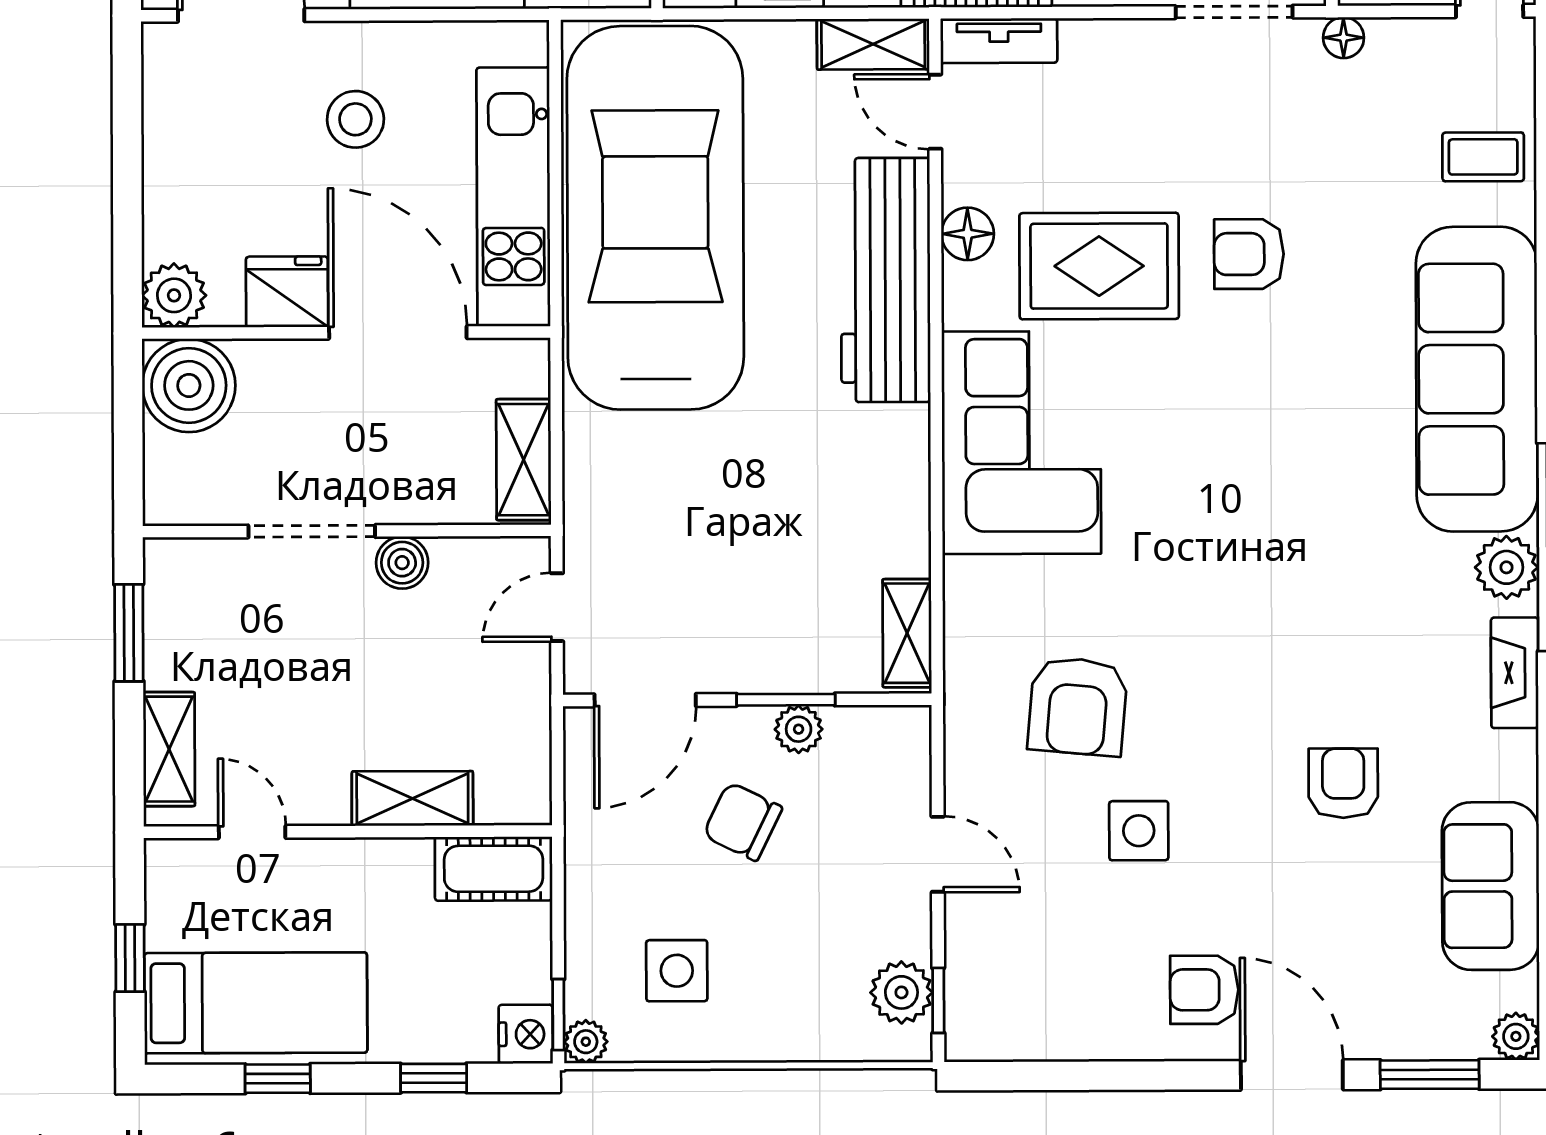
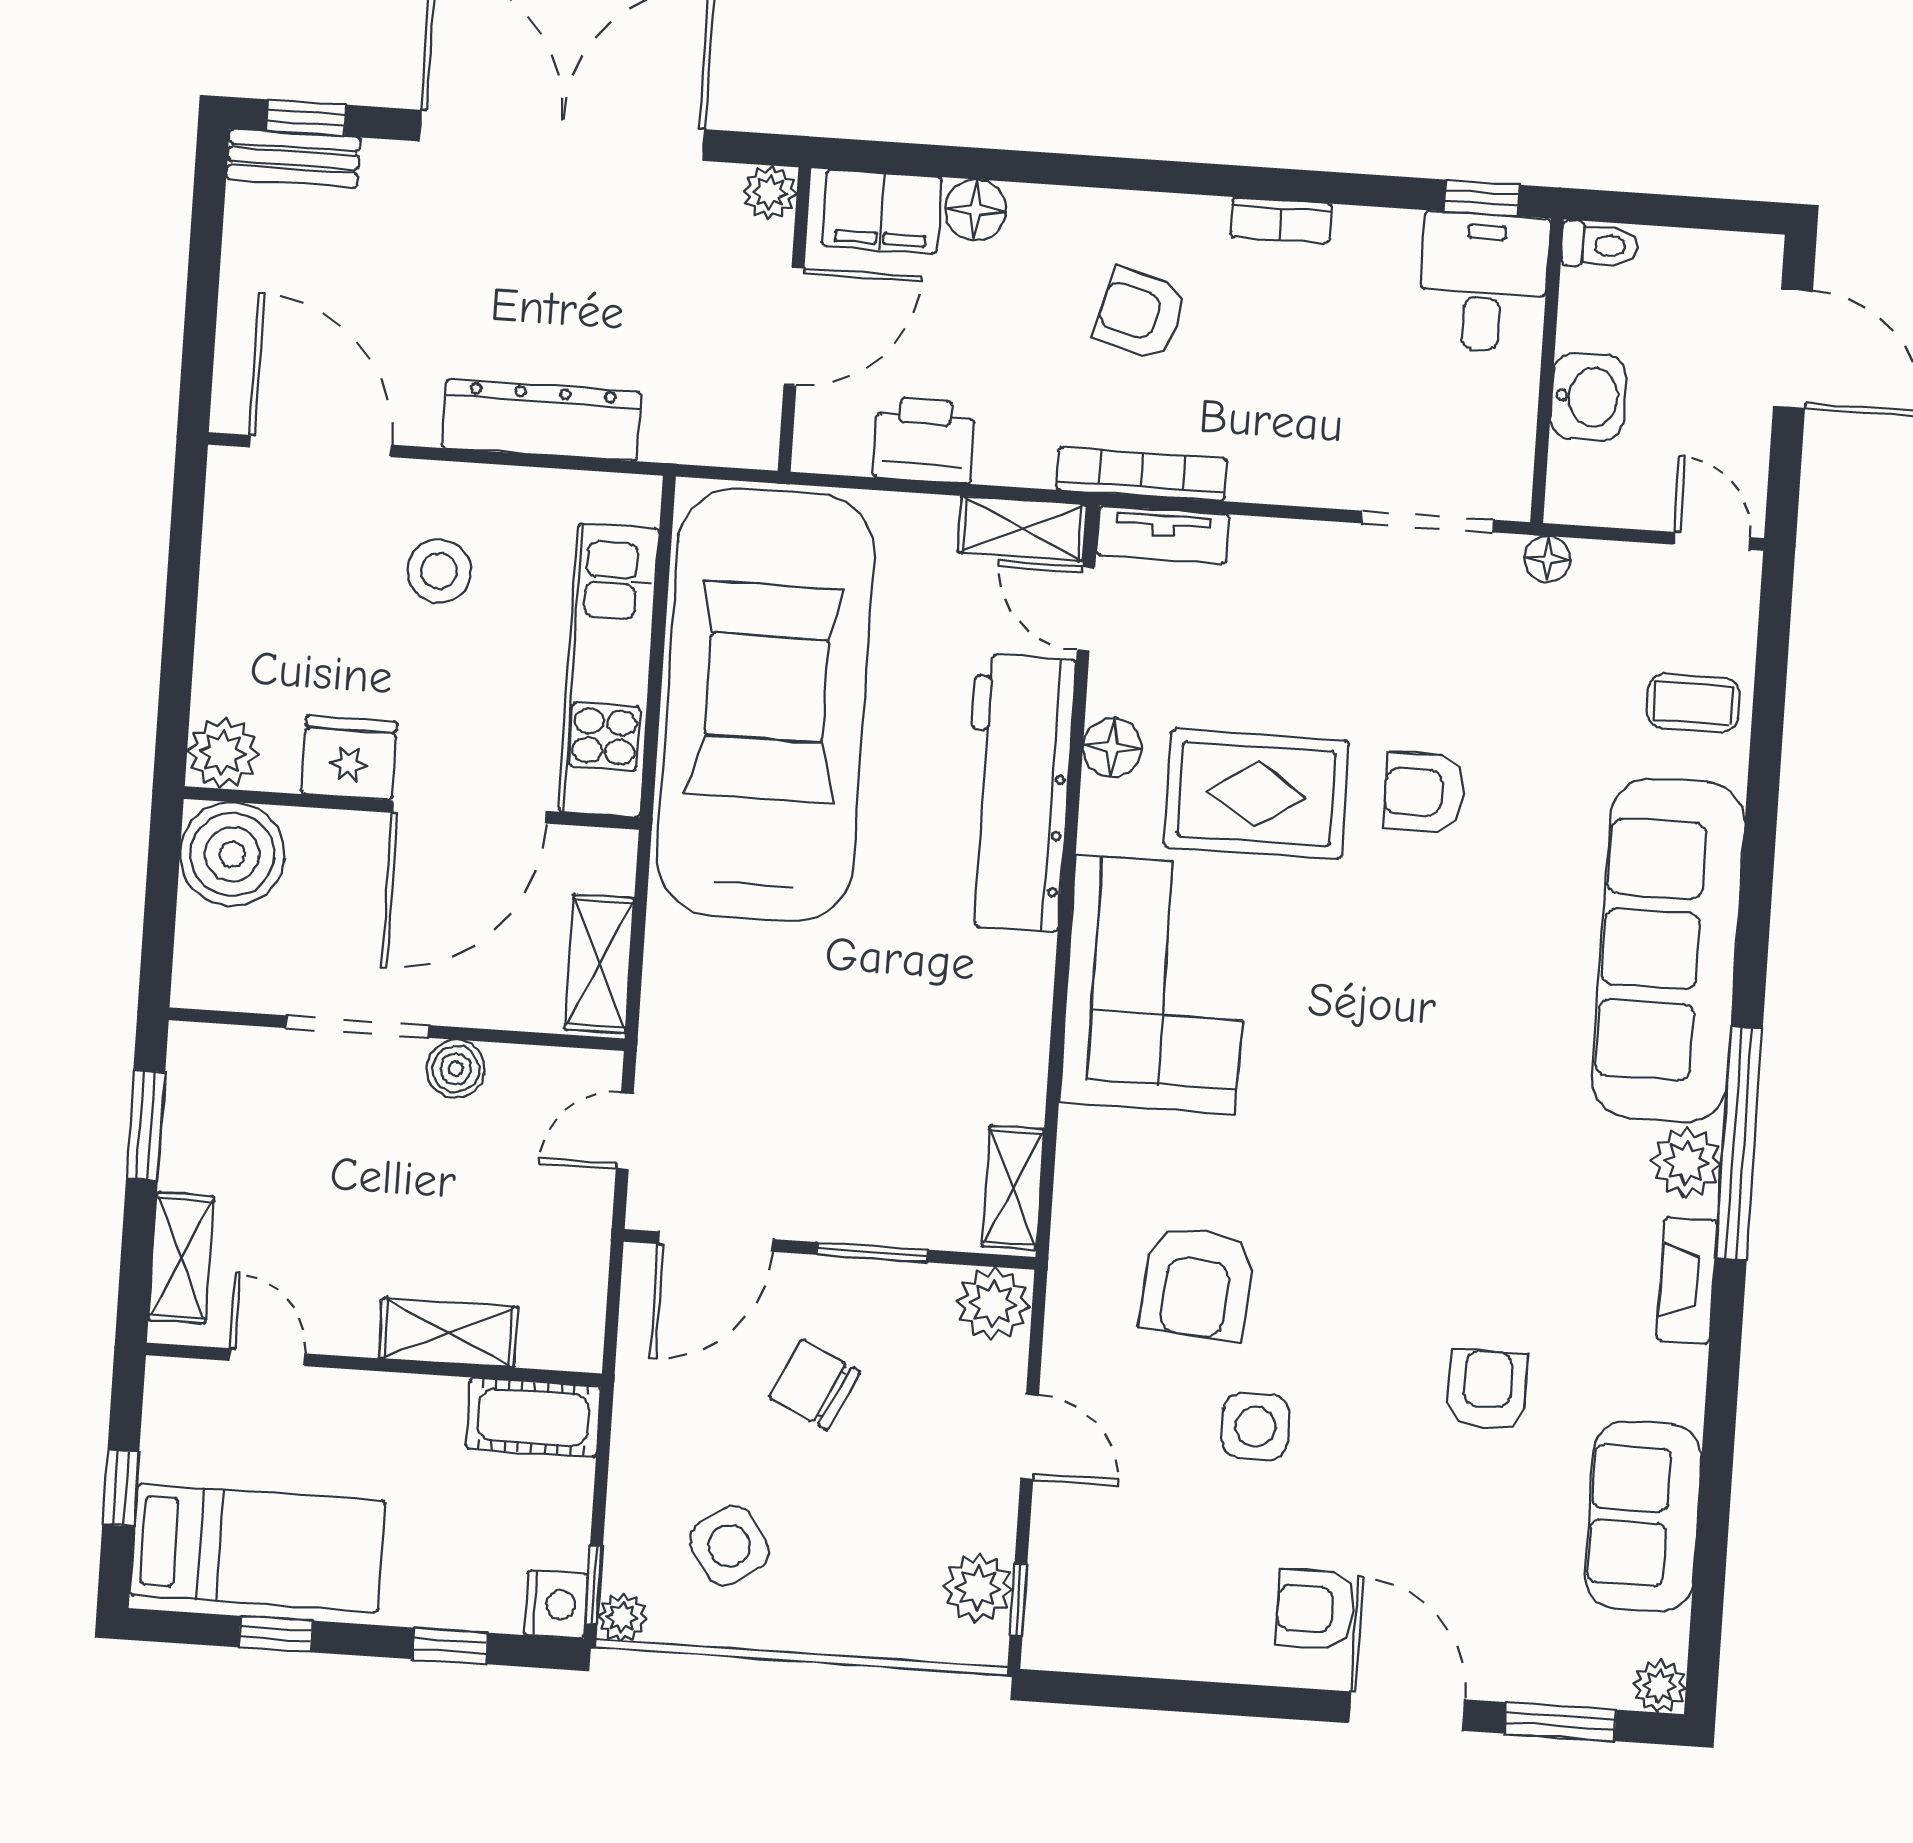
door: (398, 332) -> (469, 812), swing flipped
plant: (799, 729) -> (993, 1304), moved, width x1.38, depth x1.38
side table: (677, 971) -> (729, 1546), turned -34

